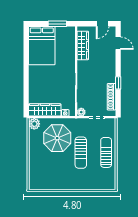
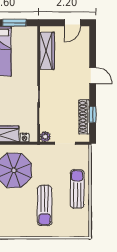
door: (118, 43) -> (93, 76), moved
window: (118, 83) -> (93, 114), moved
sun lounger: (81, 153) -> (45, 206), moved

